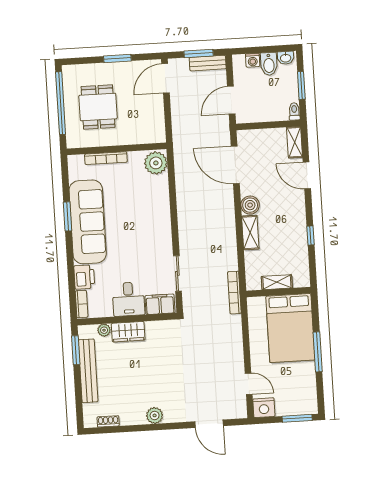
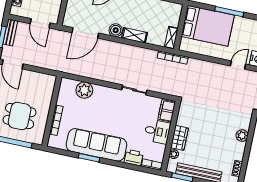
plant: (156, 163) -> (84, 90), moved
sliding door: (177, 273) -> (134, 90), moved
shelving: (277, 282) -> (171, 38), moved

